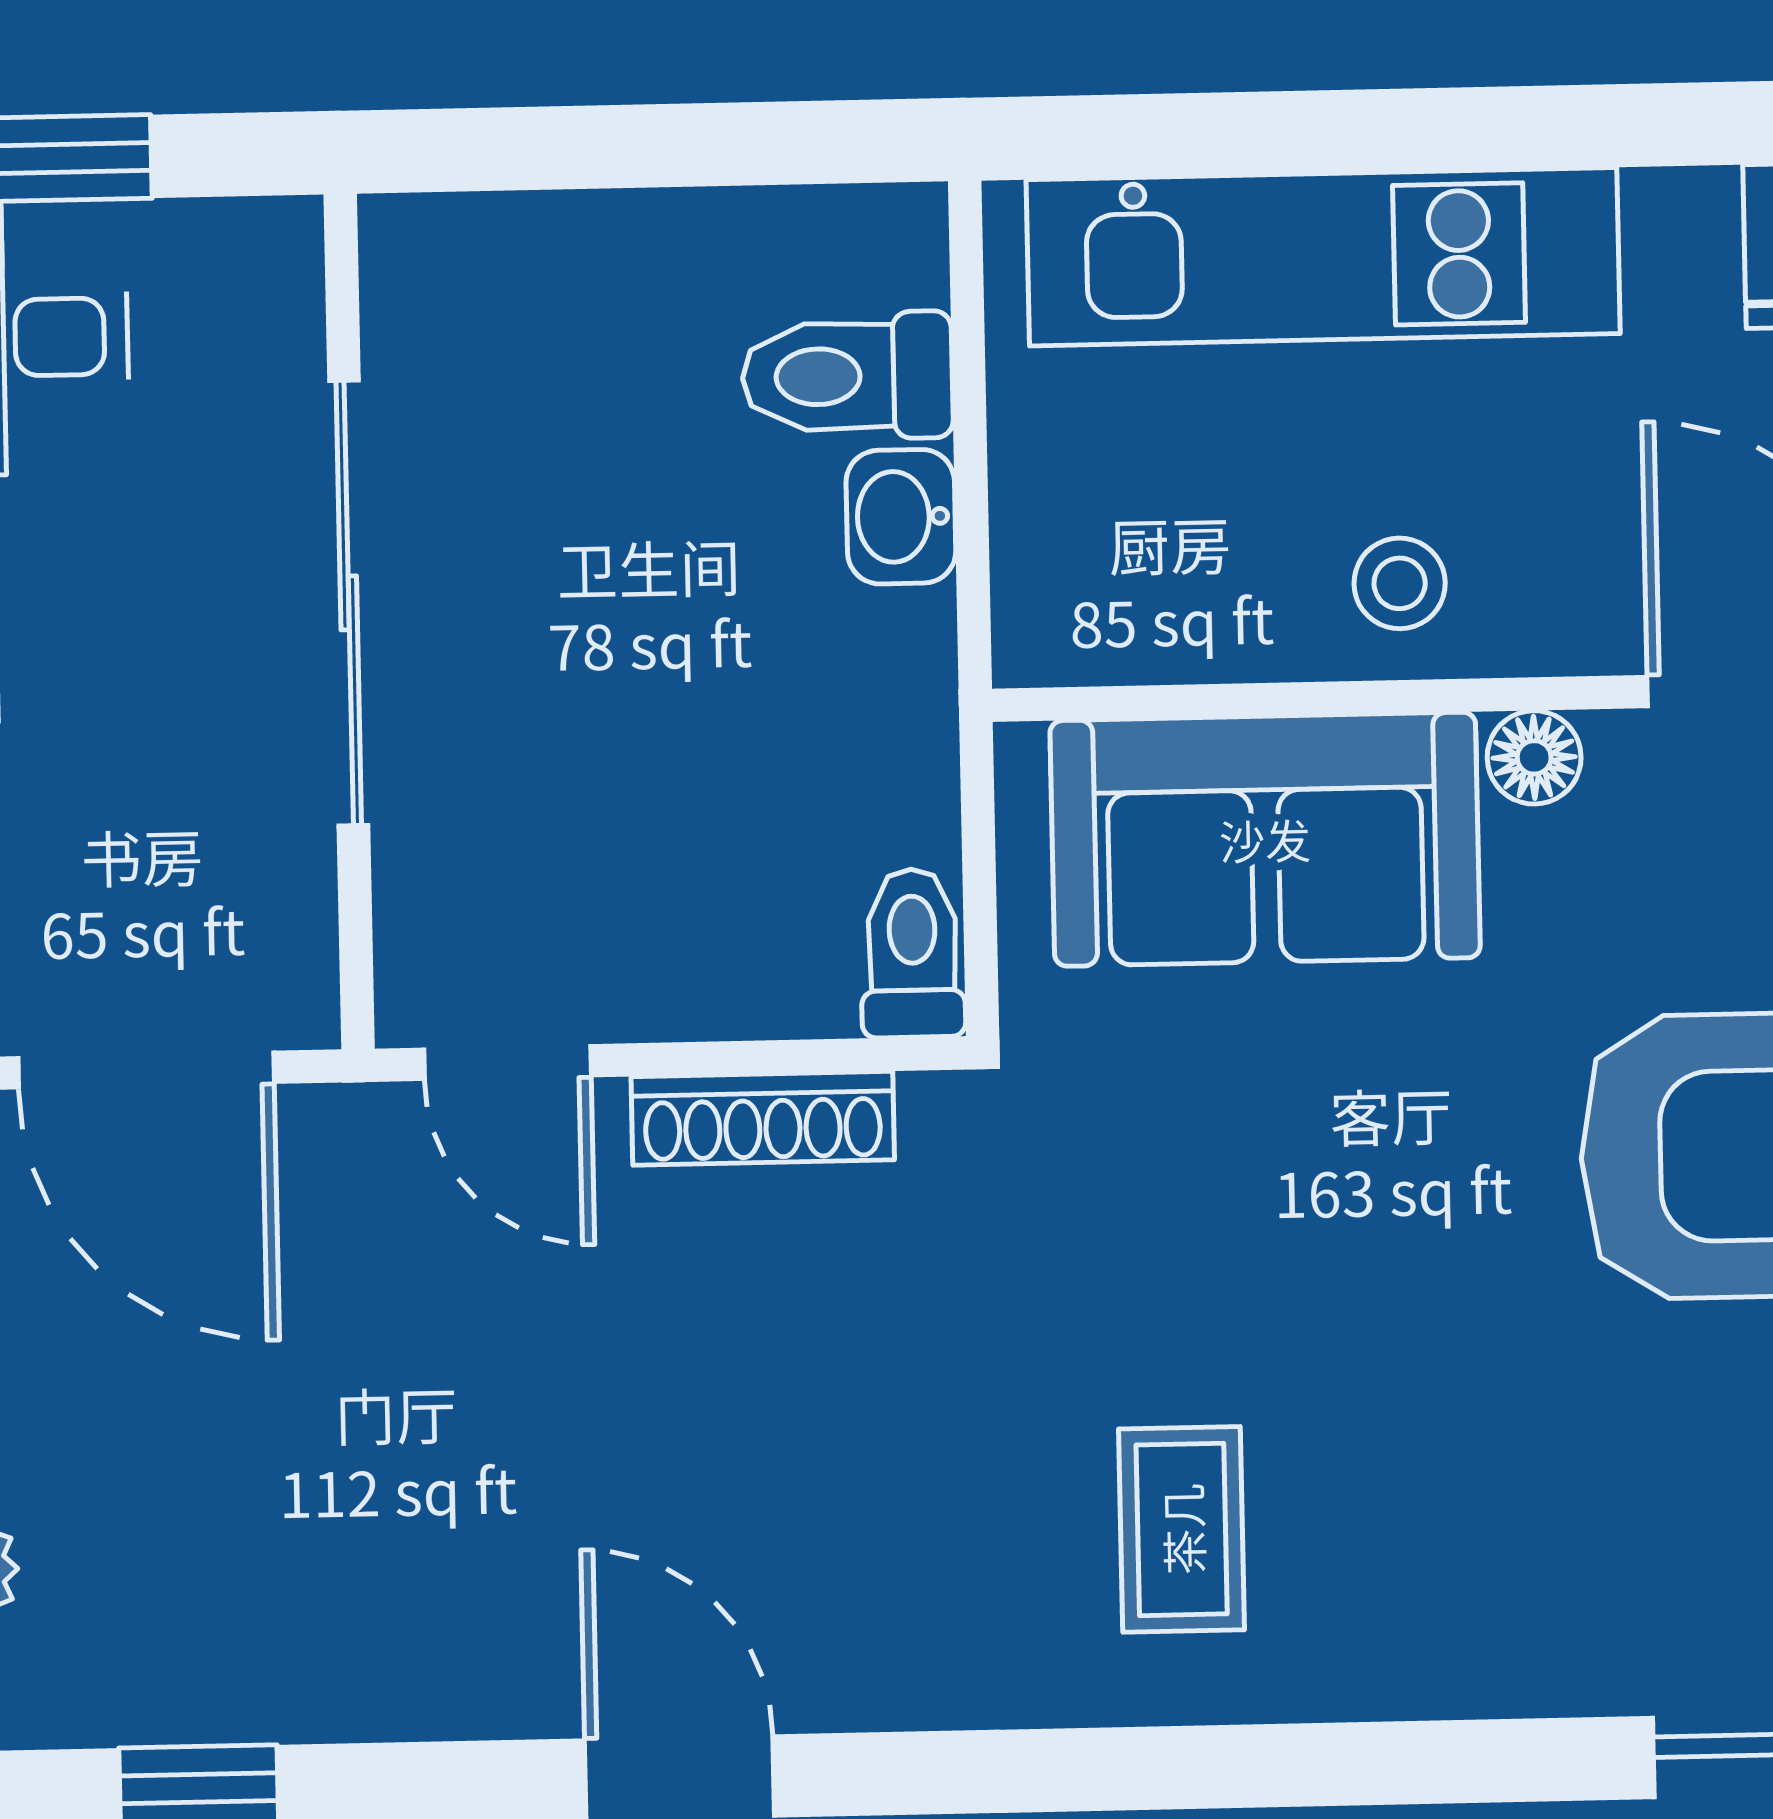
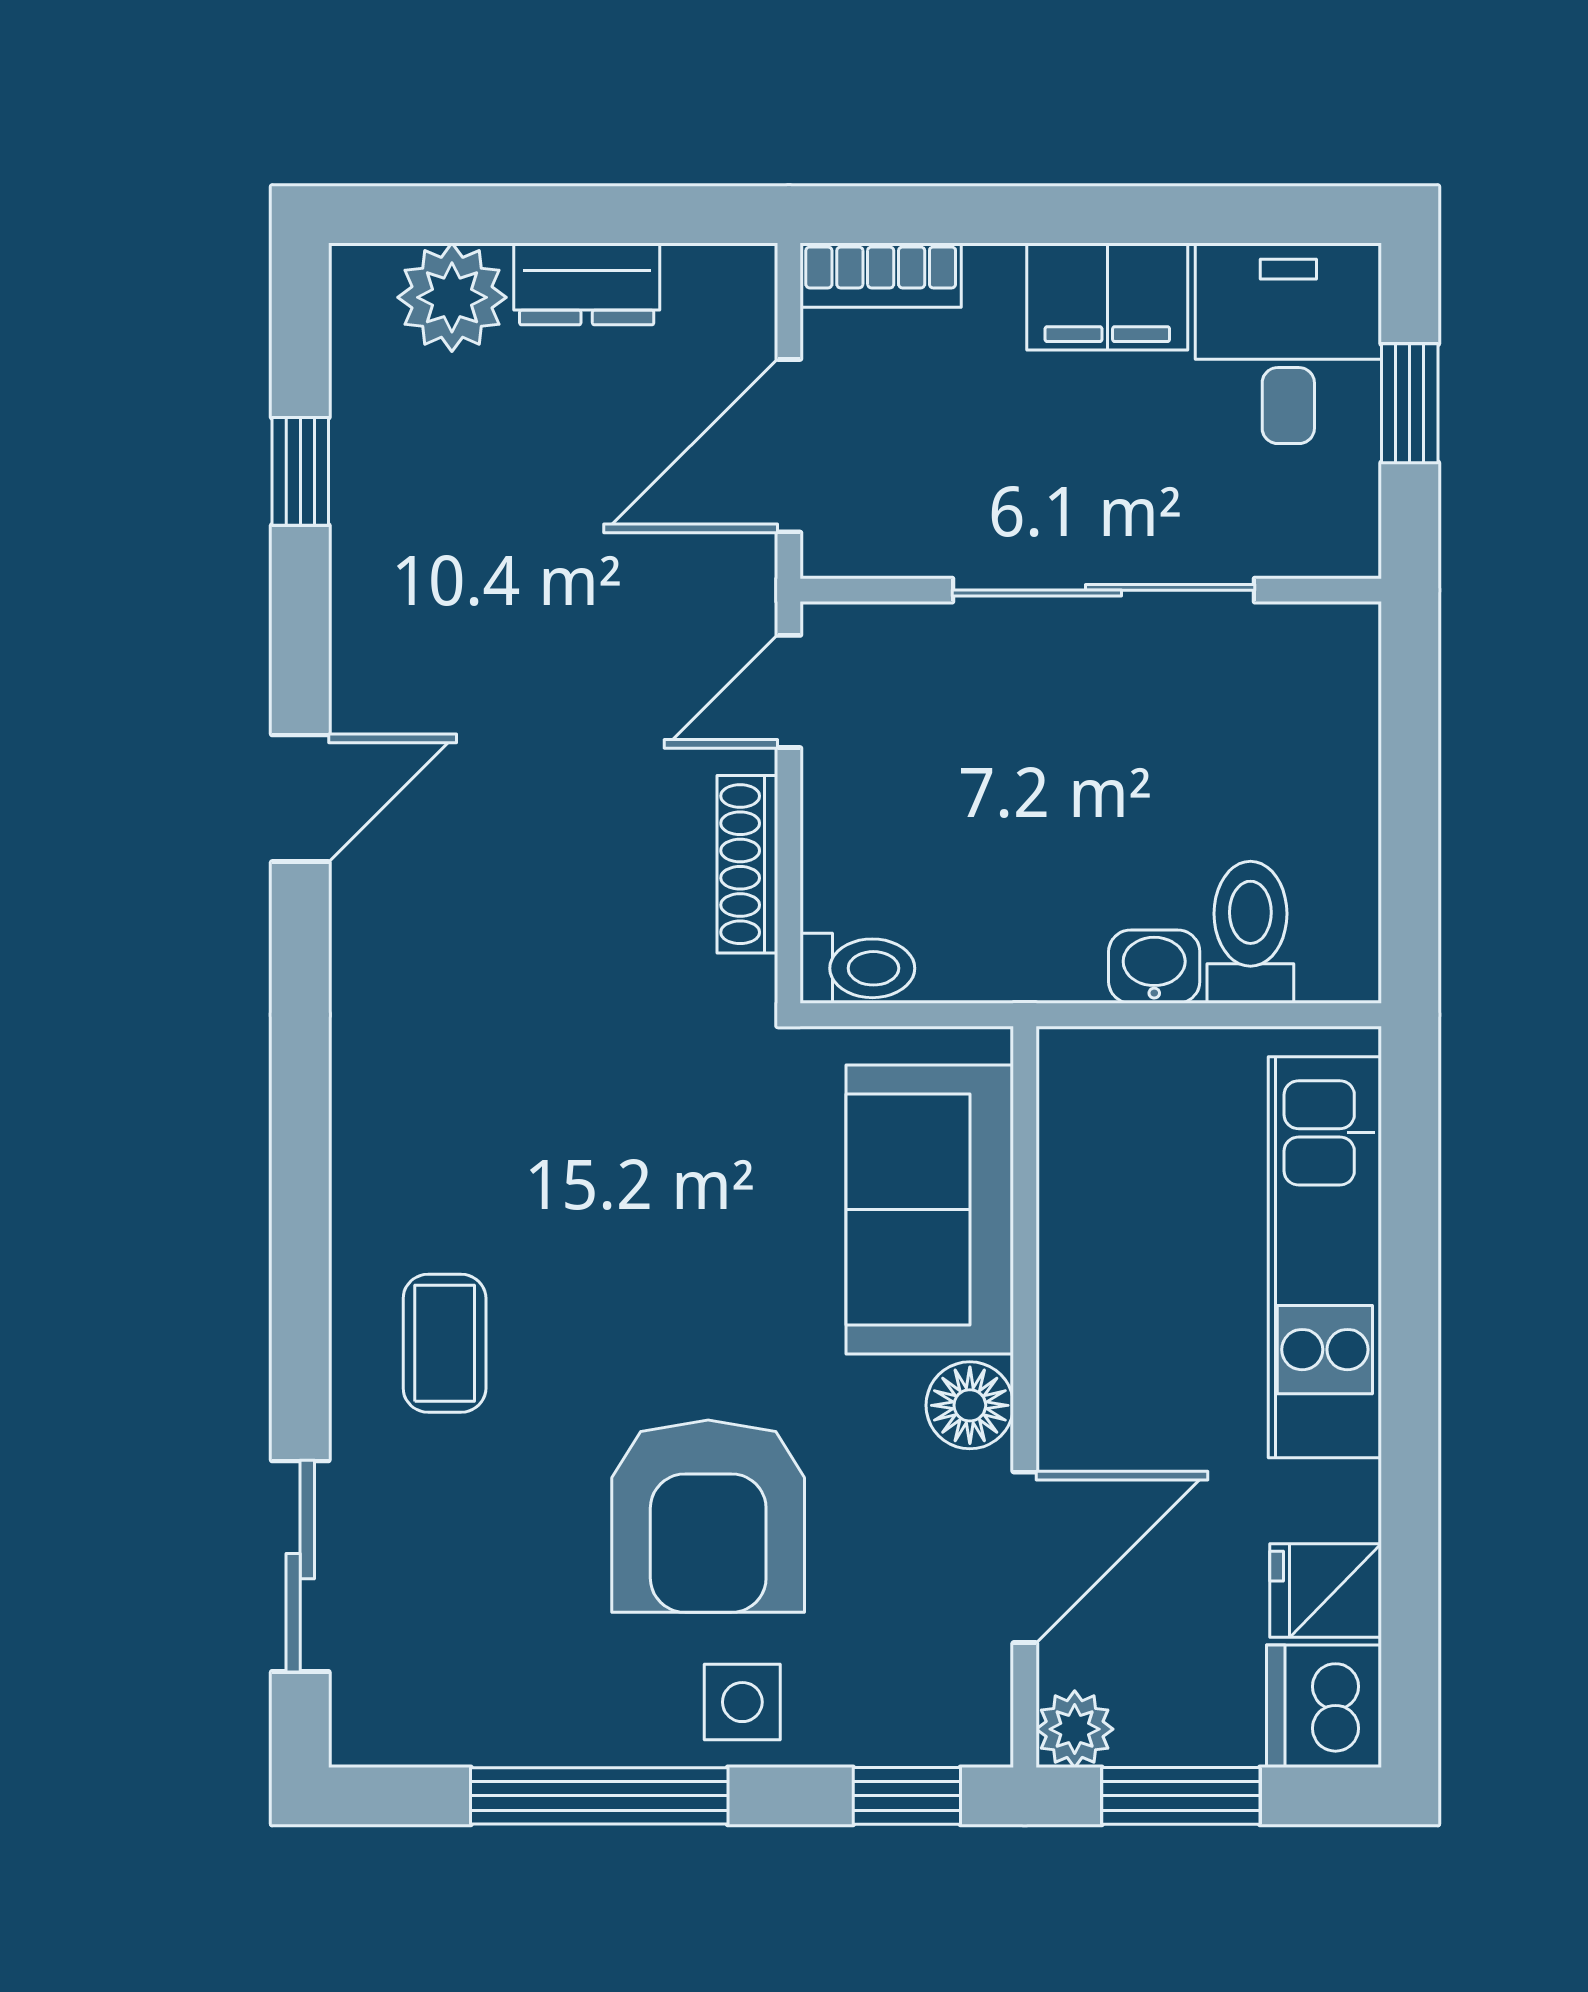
stool: (1400, 583) -> (1102, 1305), removed
floor lamp: (1534, 757) -> (970, 1405), width x1.37, depth x1.37
coffee table: (1182, 1529) -> (445, 1343), moved, turned 90

